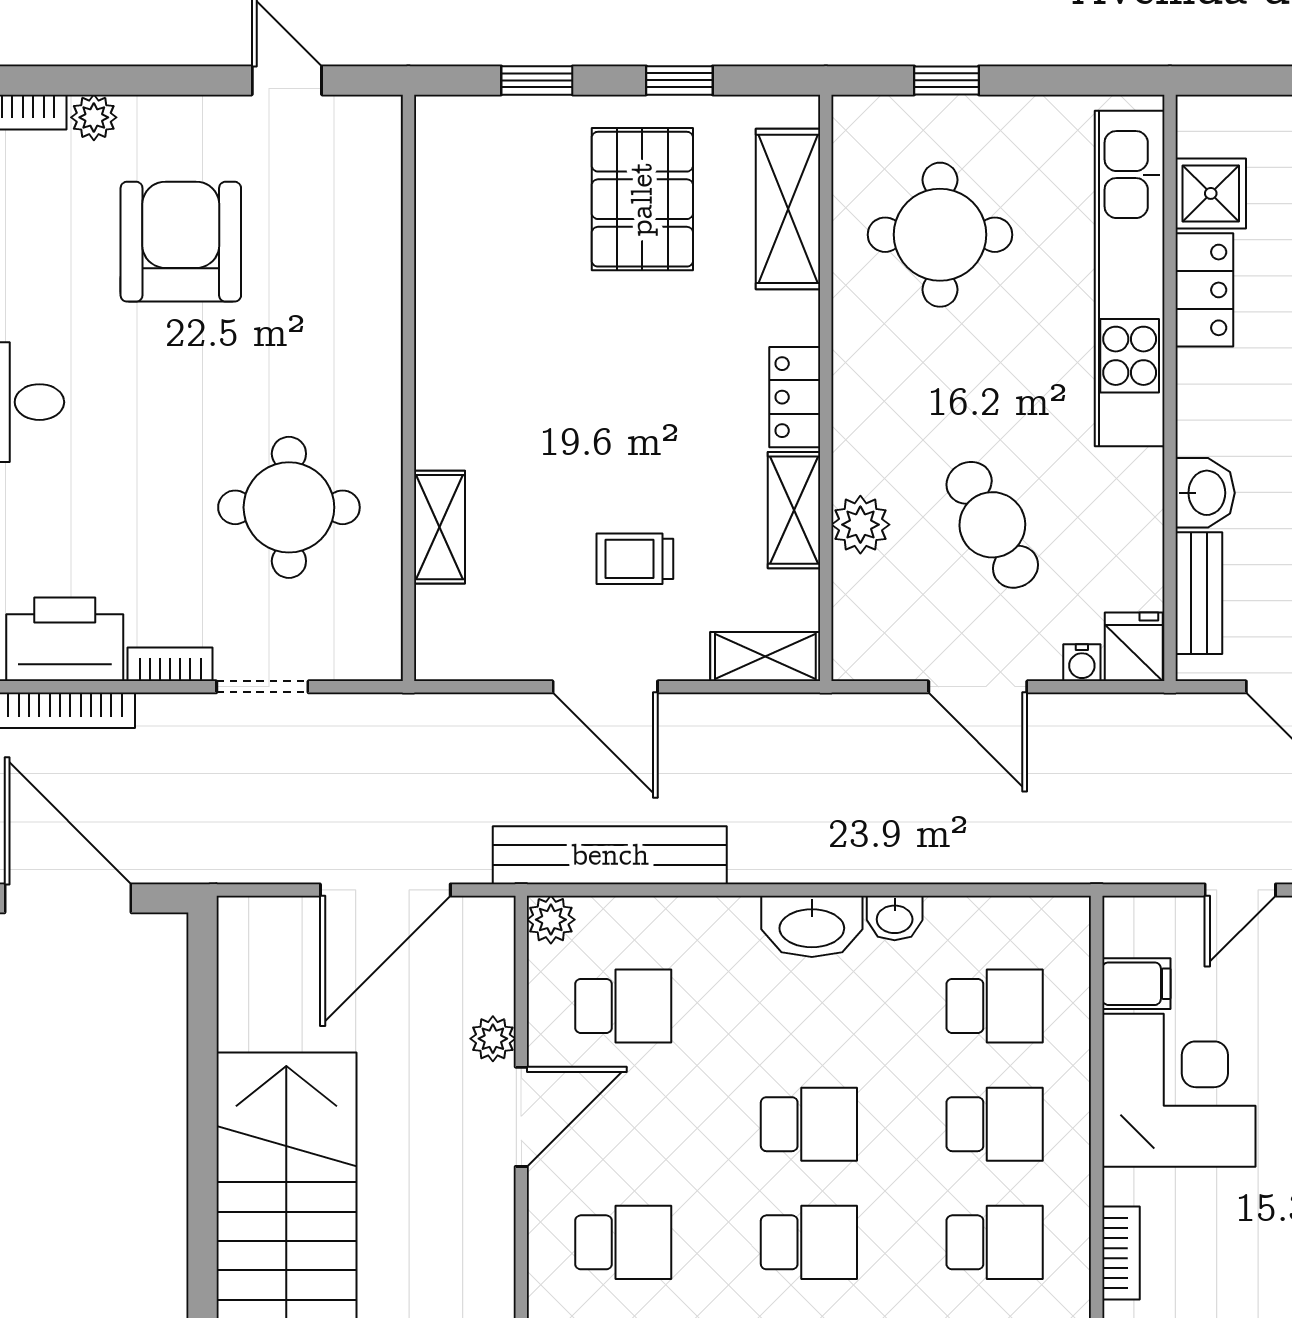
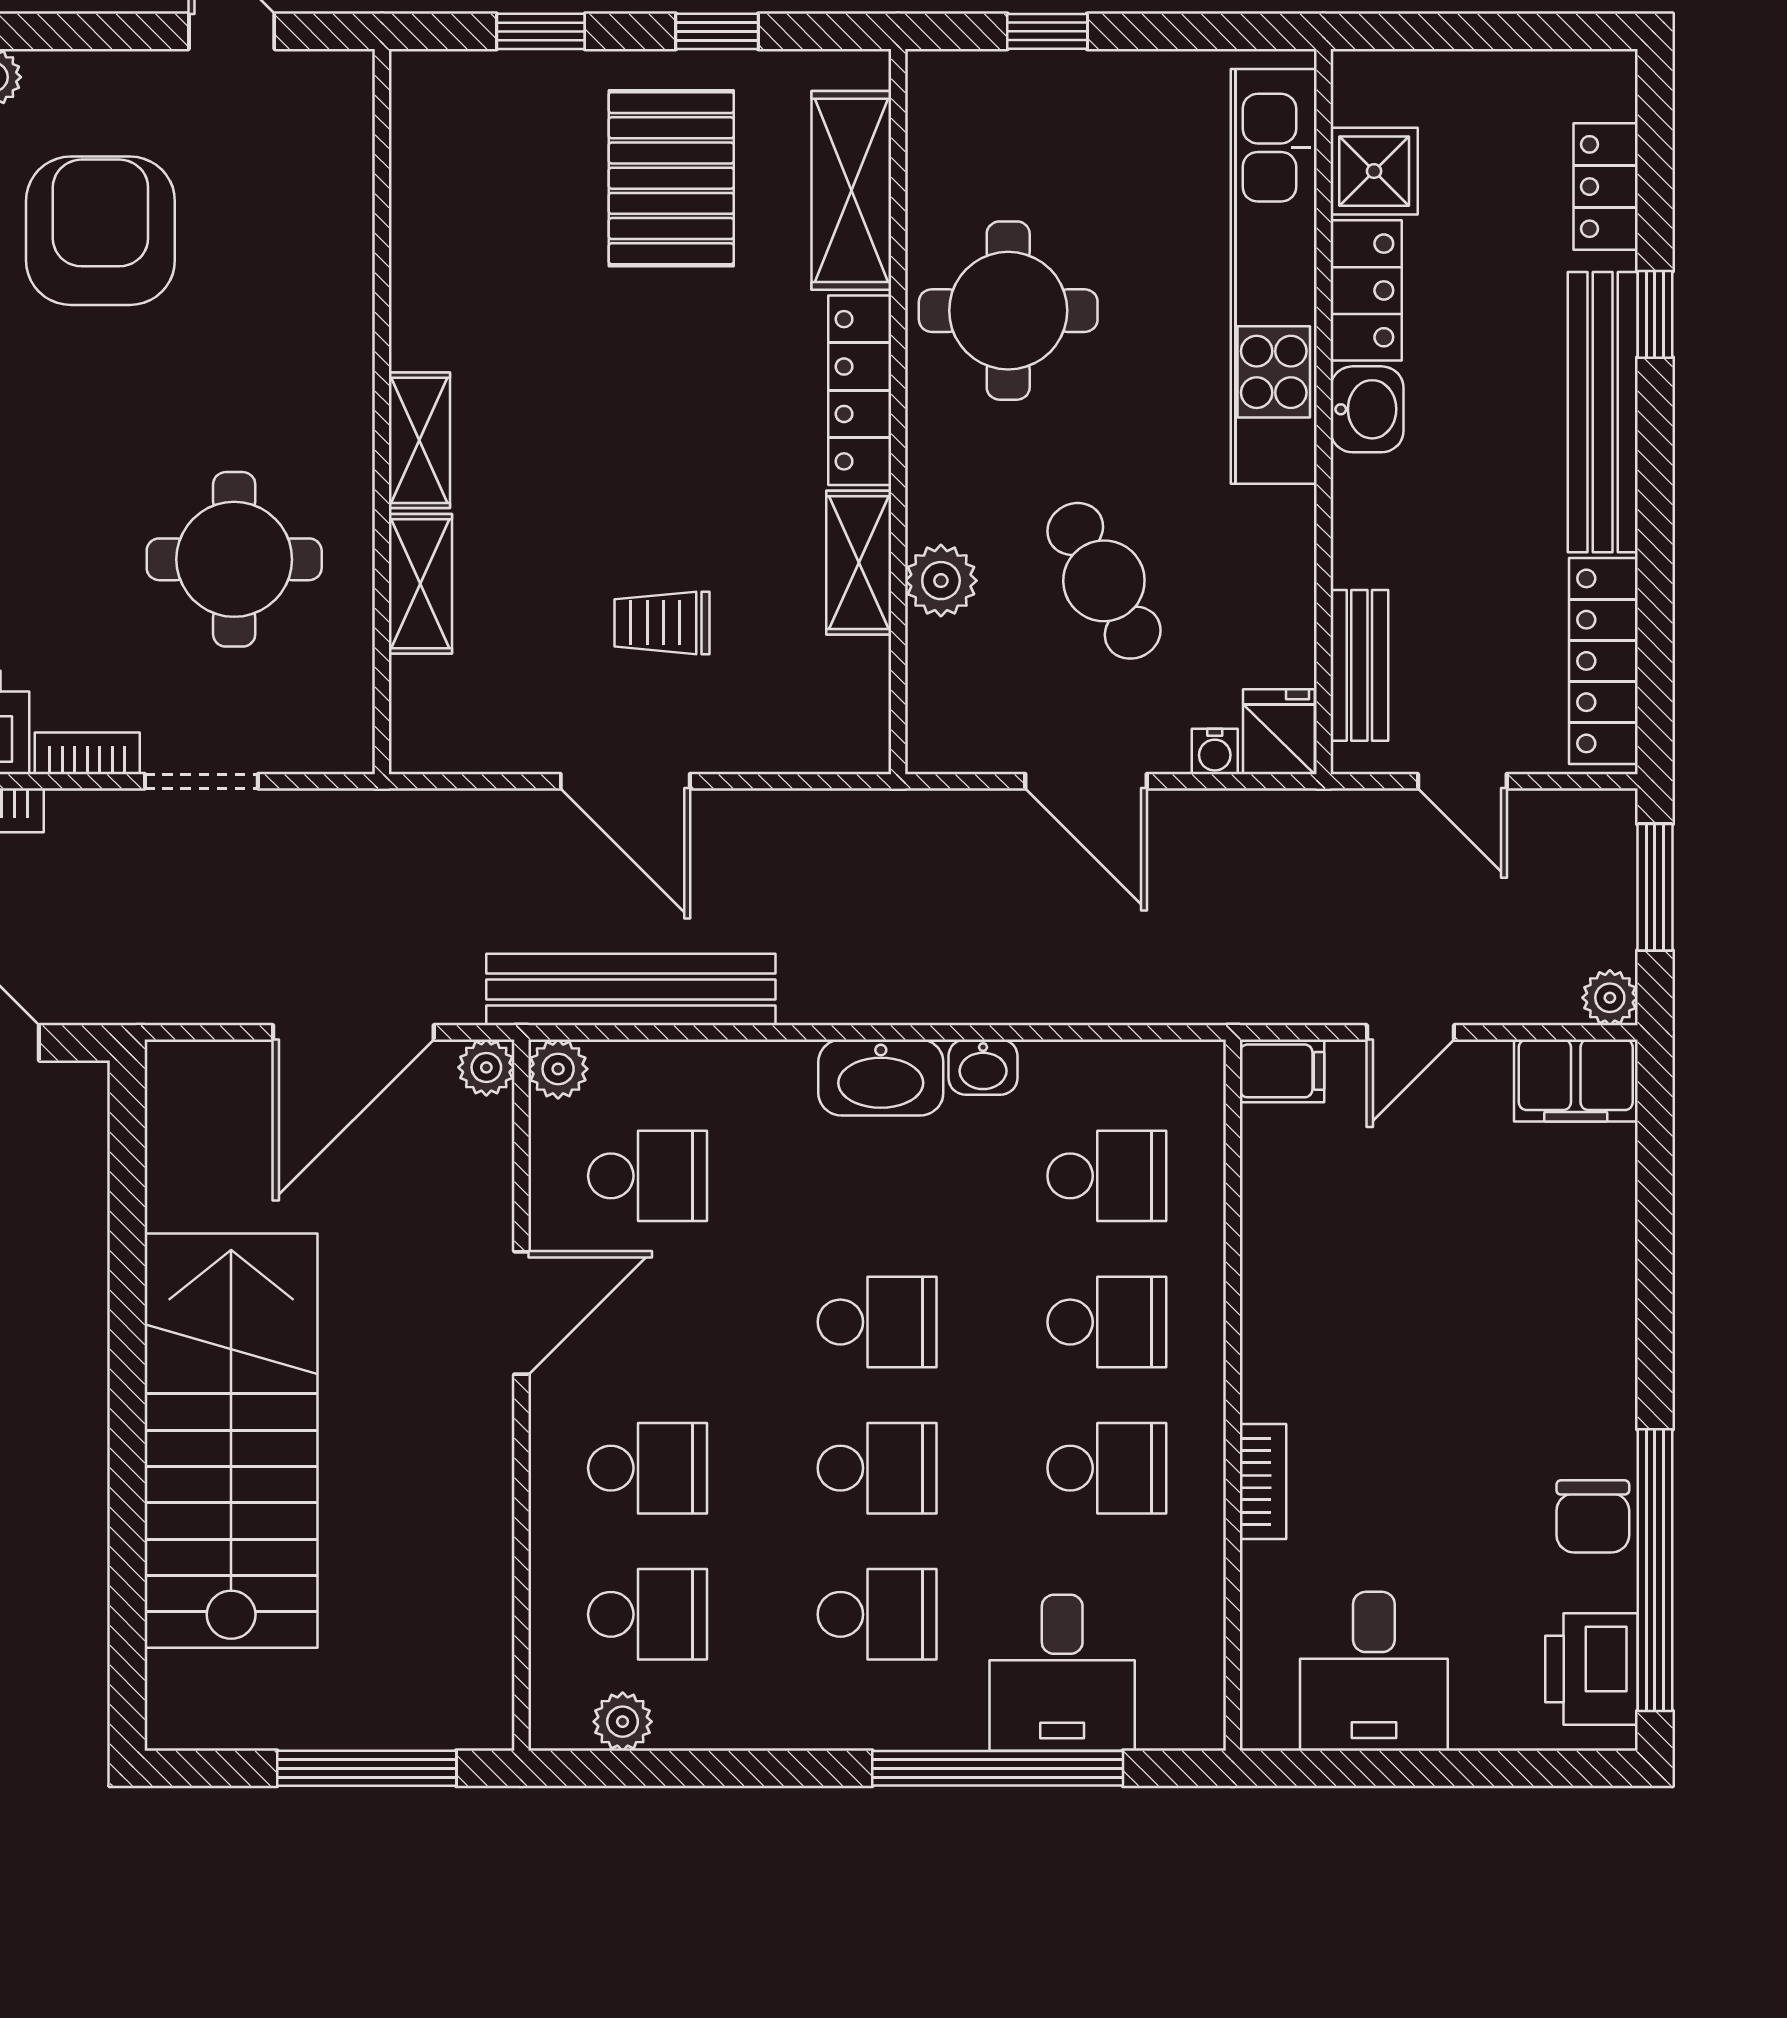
round table: (940, 235) -> (1008, 311), moved
locker: (795, 397) -> (860, 390), width x1.53
washbasin: (1205, 493) -> (1367, 409), moved
shelving: (765, 657) -> (419, 440), moved, turned 90
filing cabinet: (1136, 984) -> (1282, 1071), moved
plant: (493, 1039) -> (486, 1067), moved
corner desk: (1179, 1090) -> (1335, 1280), removed

